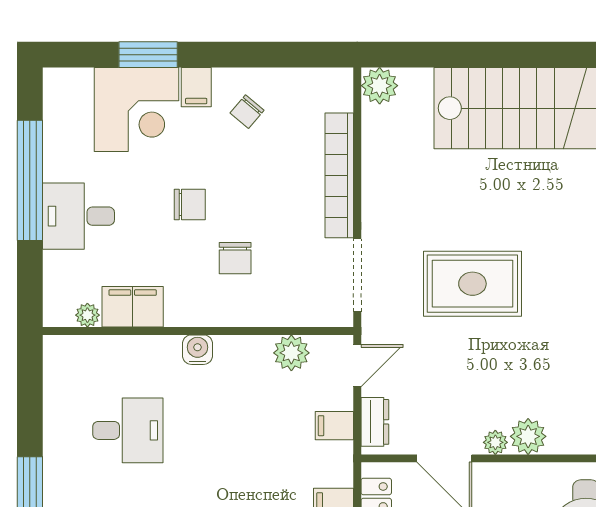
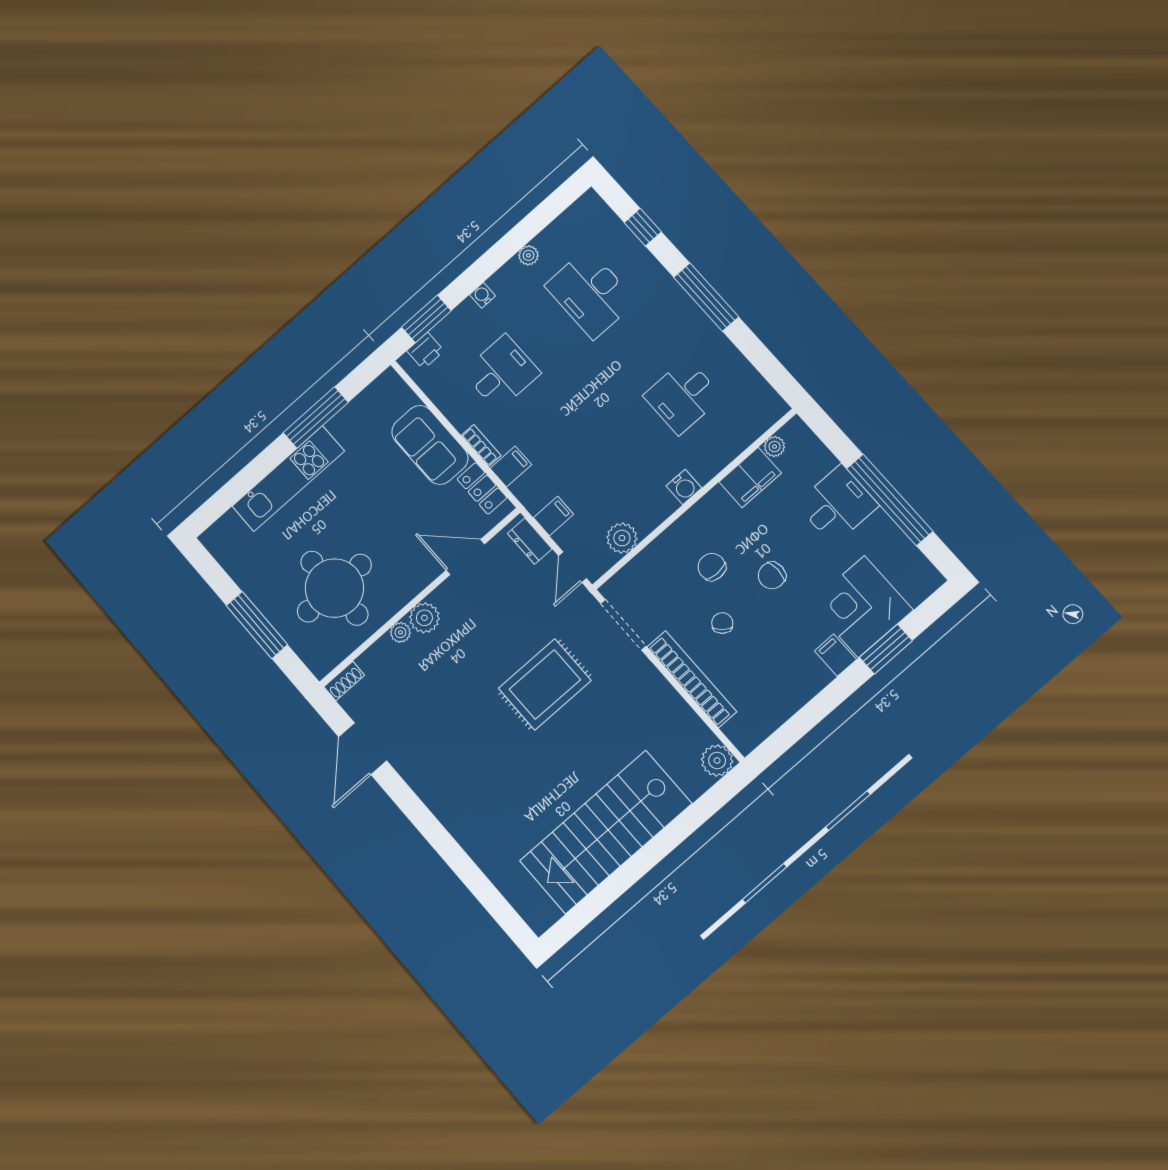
chair: (247, 112) -> (722, 623), moved
plant: (495, 442) -> (400, 632), moved

